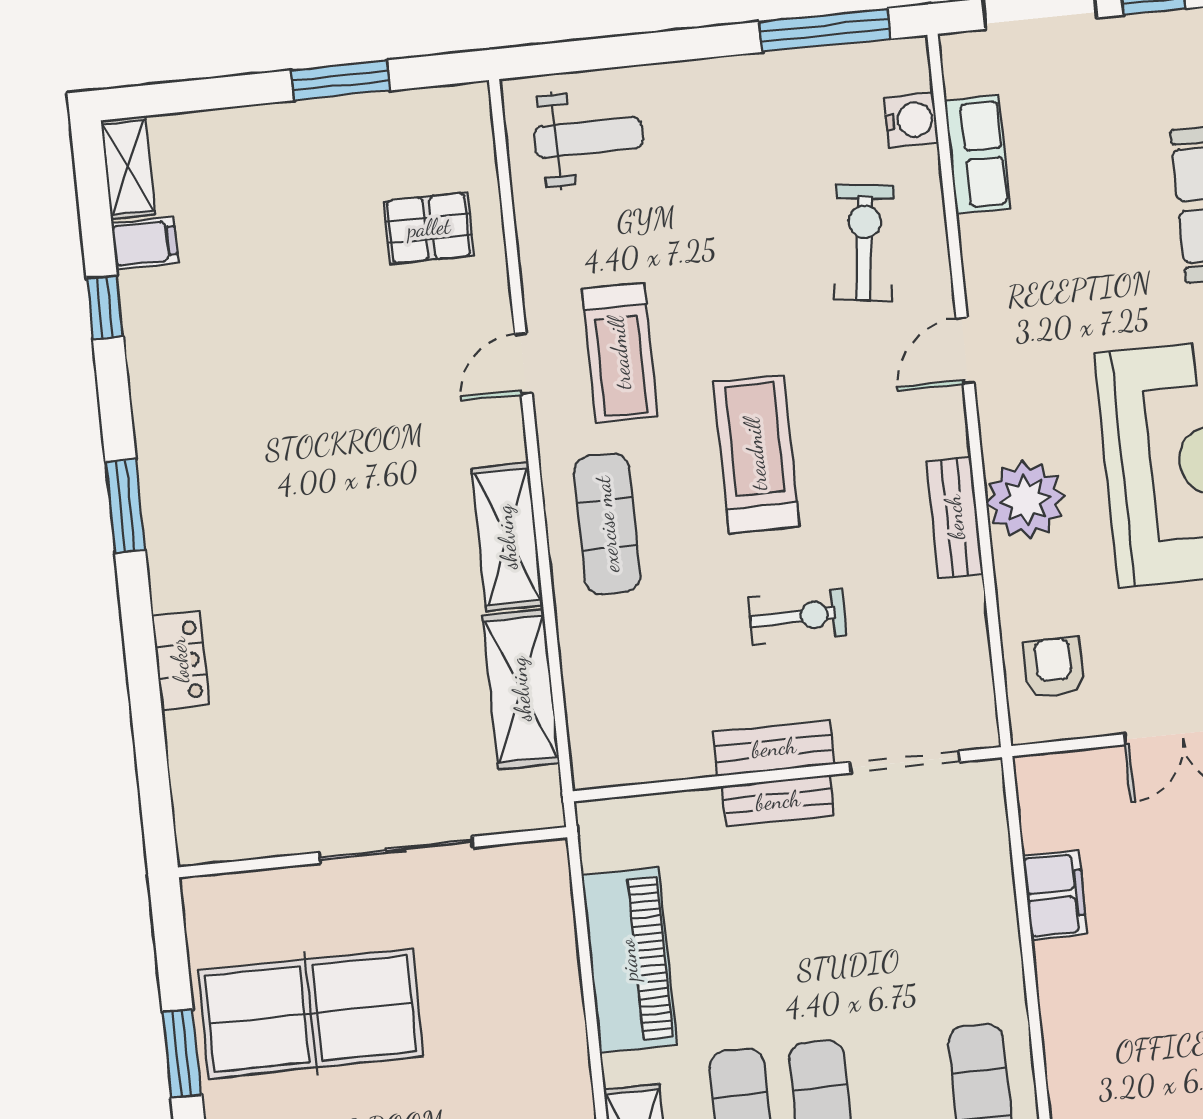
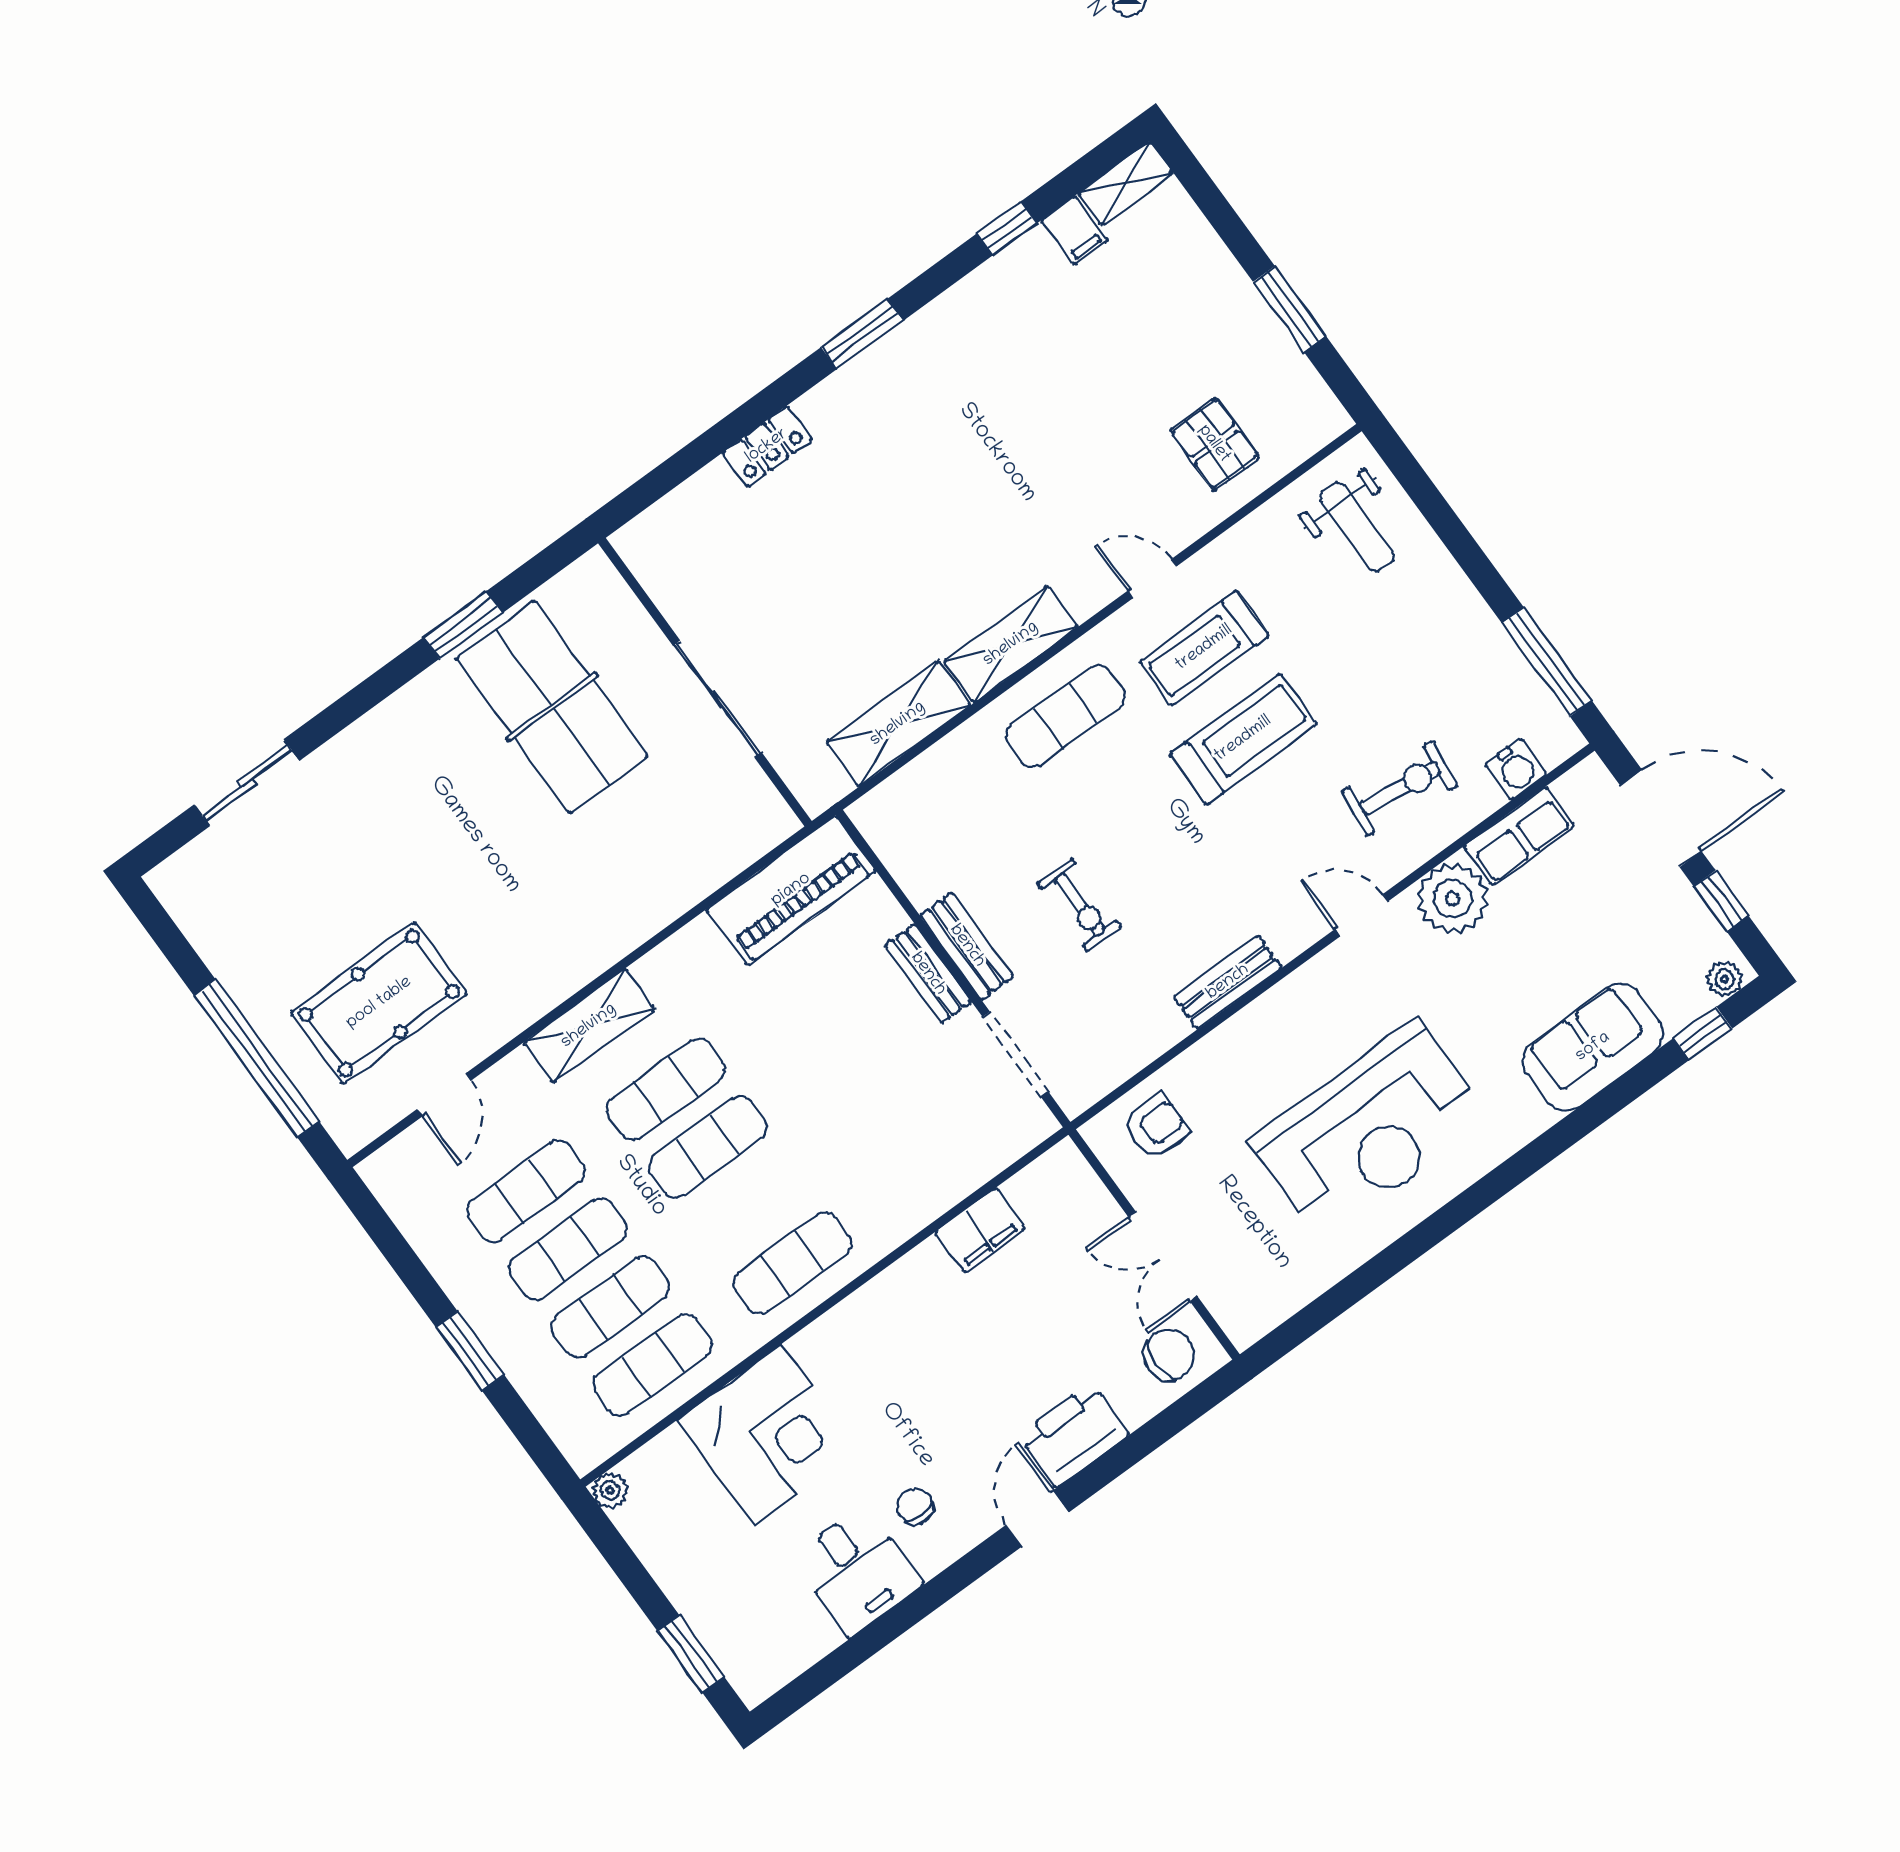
treadmill: (756, 454) -> (1243, 739), moved
plant: (1026, 500) -> (1453, 898), moved
piano: (629, 960) -> (791, 890), moved

